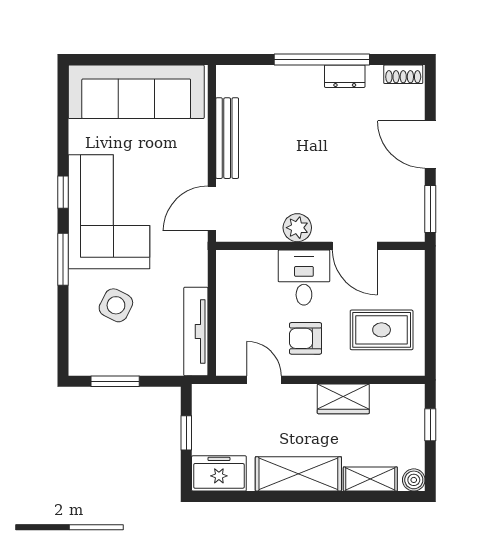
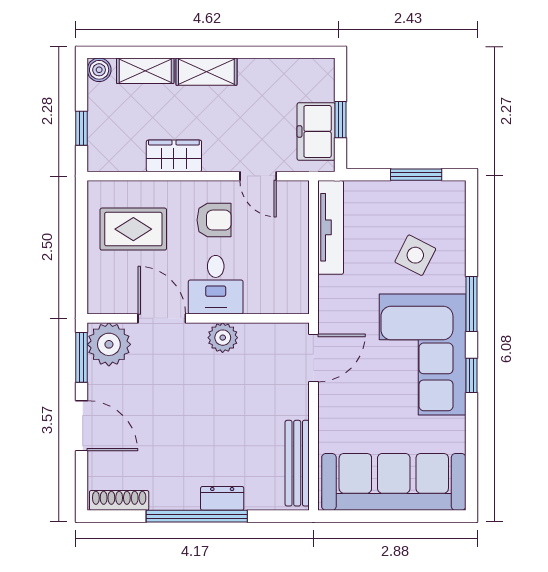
shoe rack: (403, 74) -> (119, 500), width x1.43
dresser: (345, 76) -> (222, 498), moved
bench: (227, 138) -> (297, 463), moved
plant: (405, 221) -> (109, 344), added
freezer: (219, 473) -> (316, 131), moved, turned 90
shelving: (298, 474) -> (206, 72), width x0.67, depth x0.75

